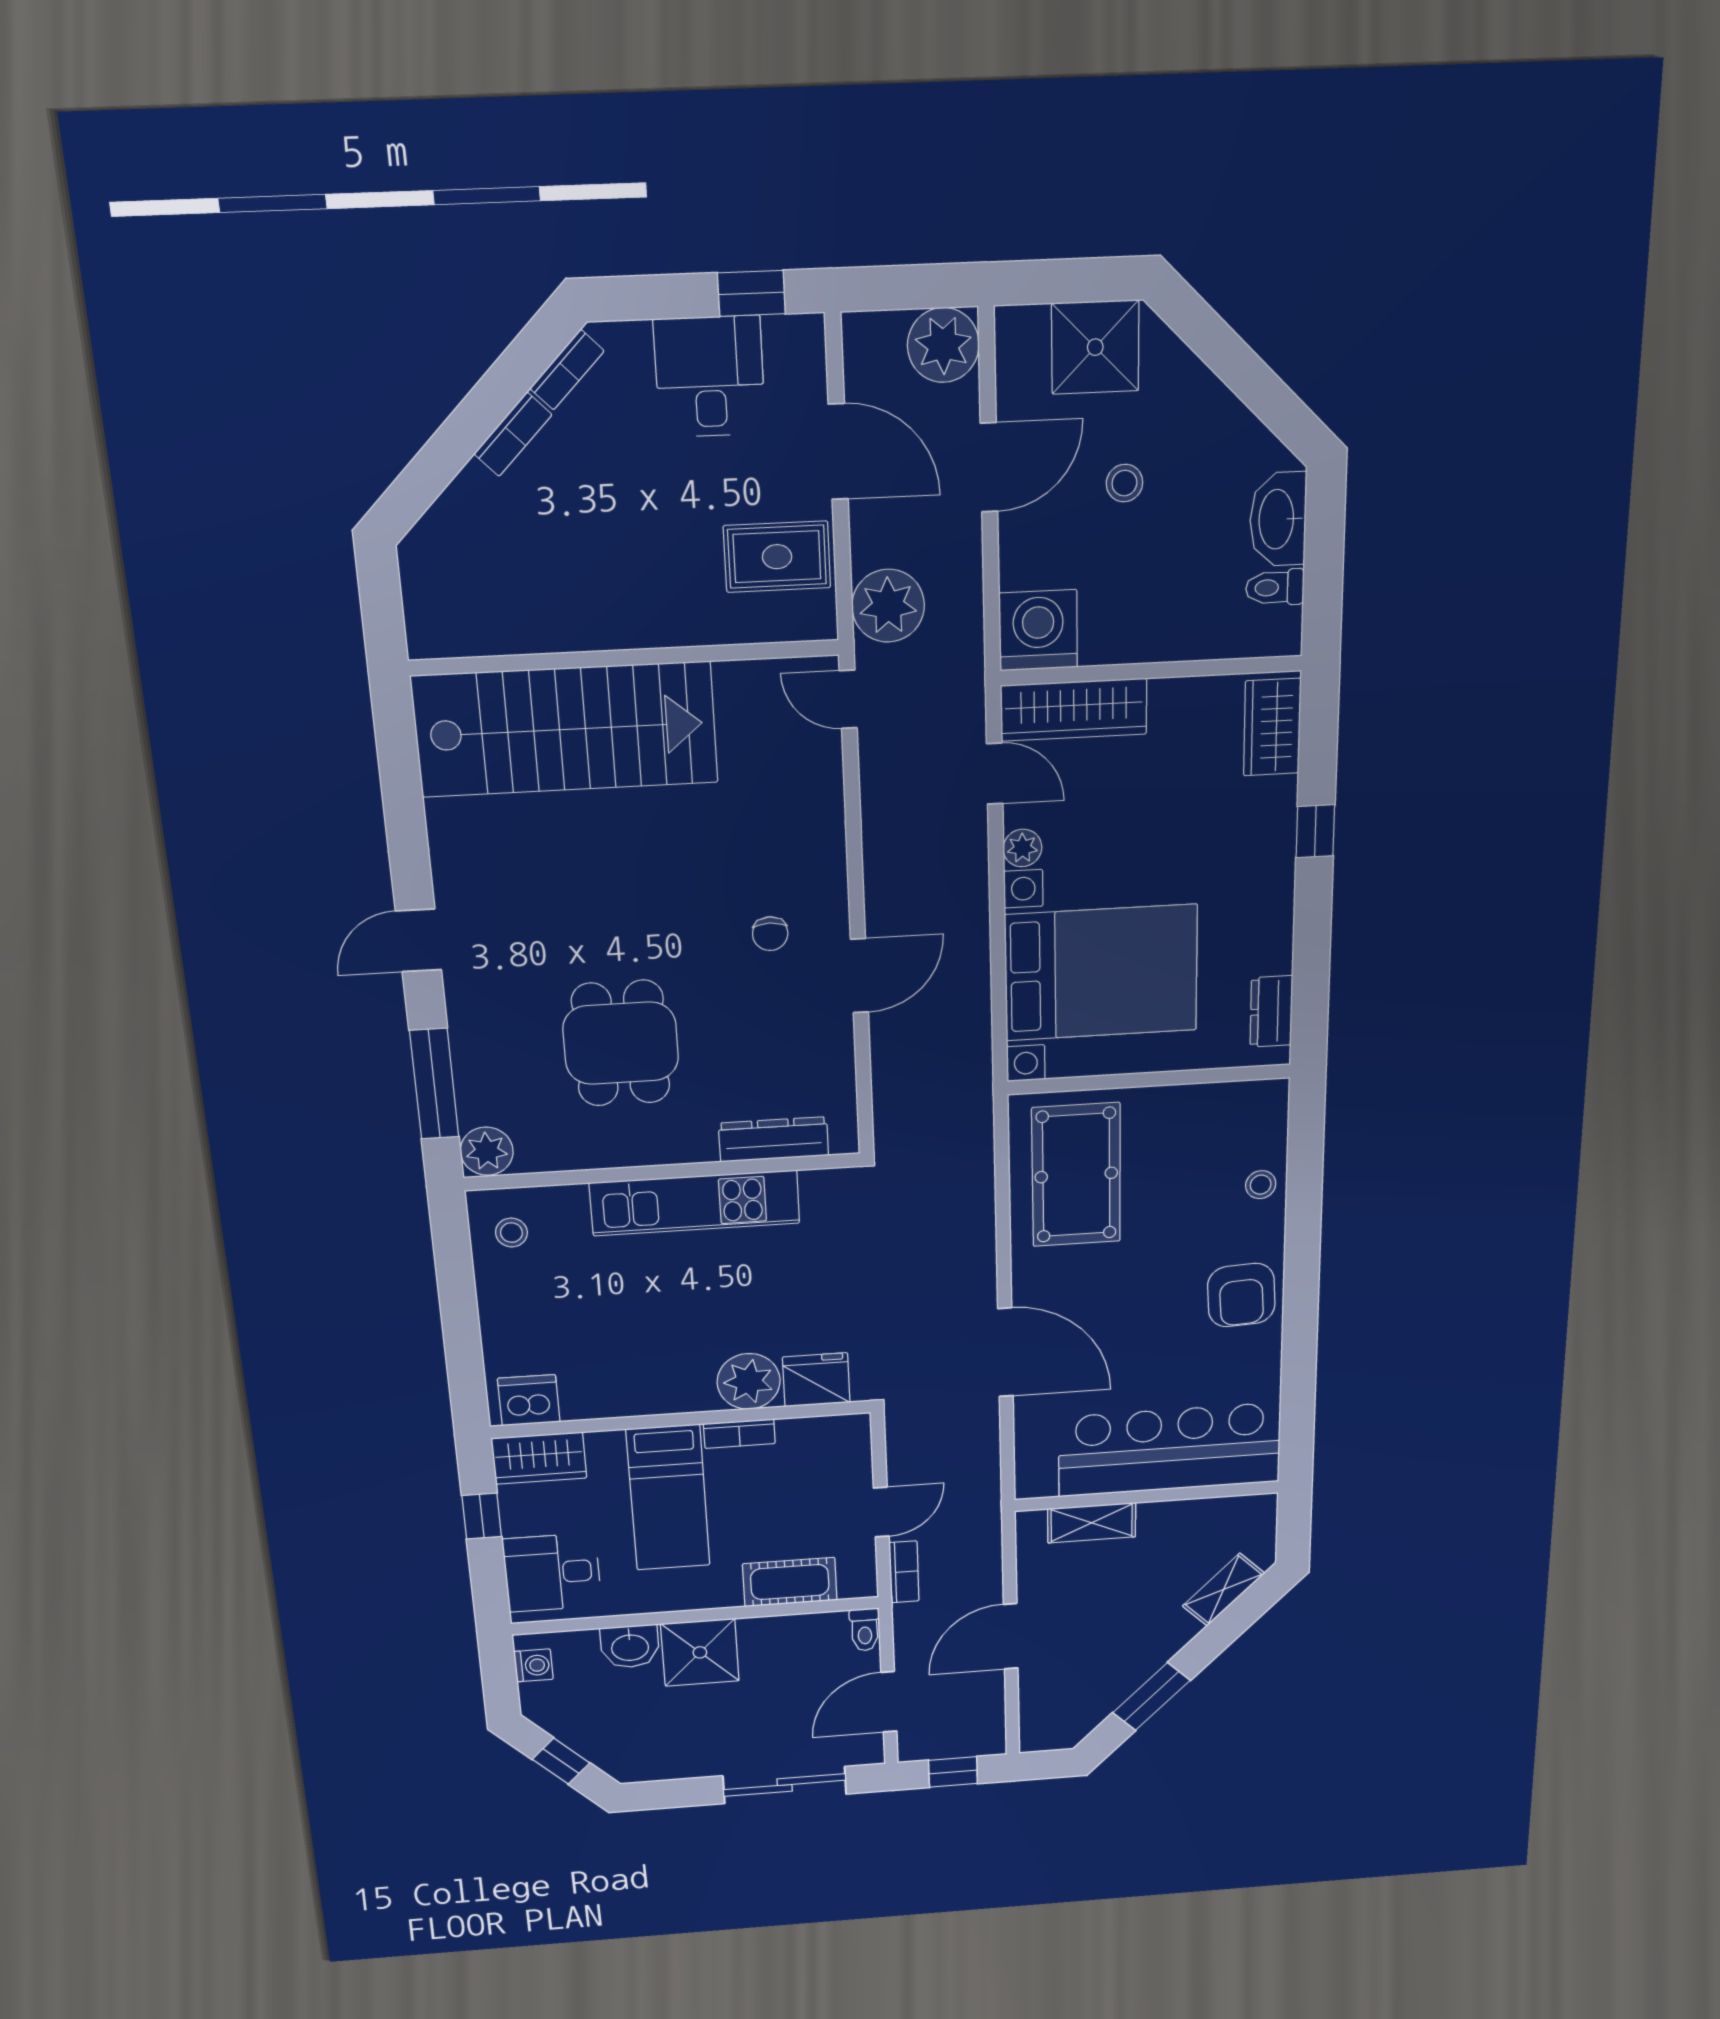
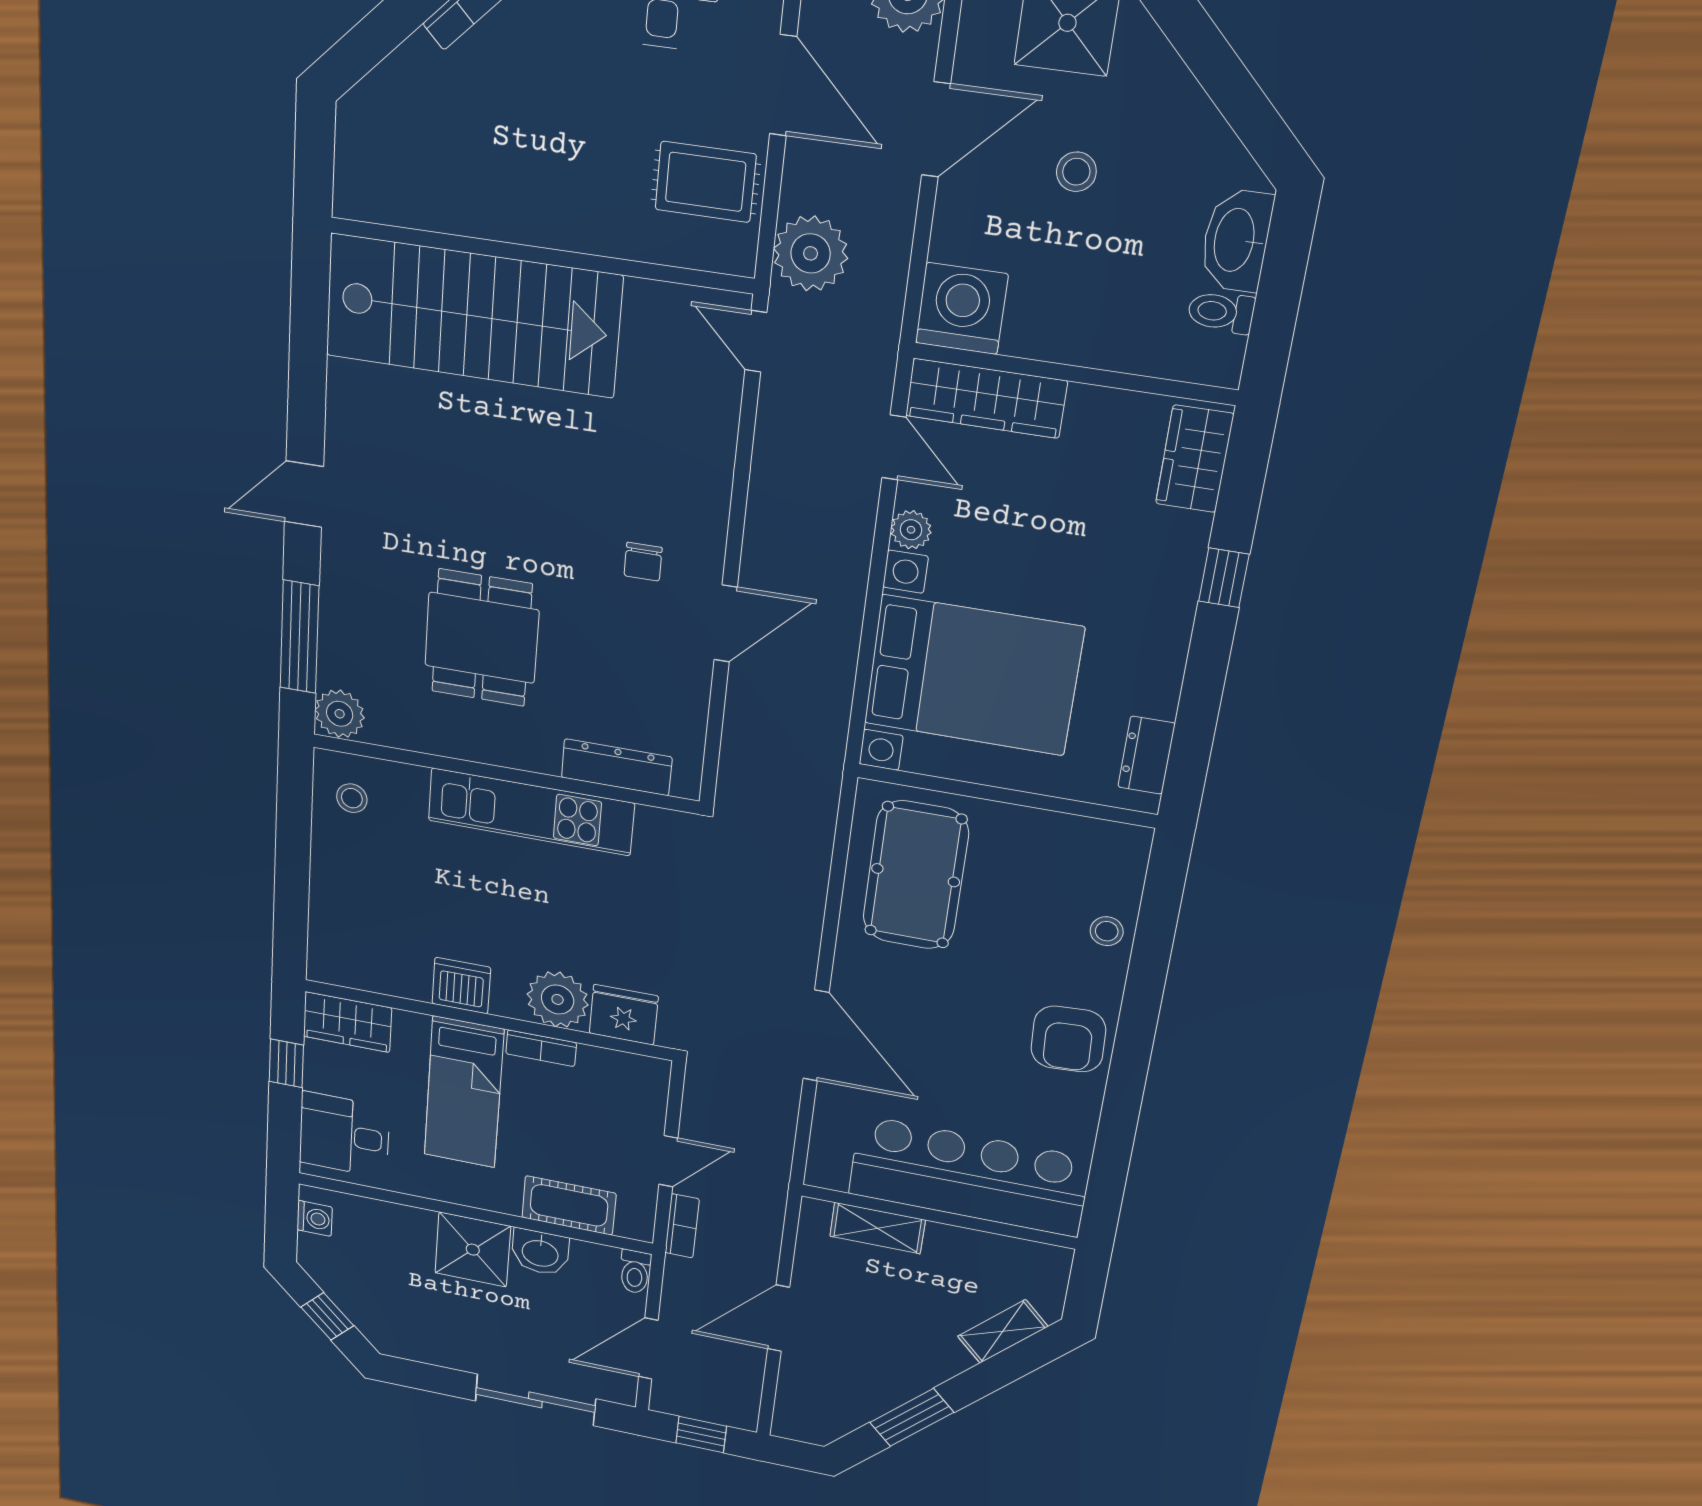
dishwasher: (529, 1400) -> (461, 986), moved
washbasin: (630, 1647) -> (540, 1252), moved

